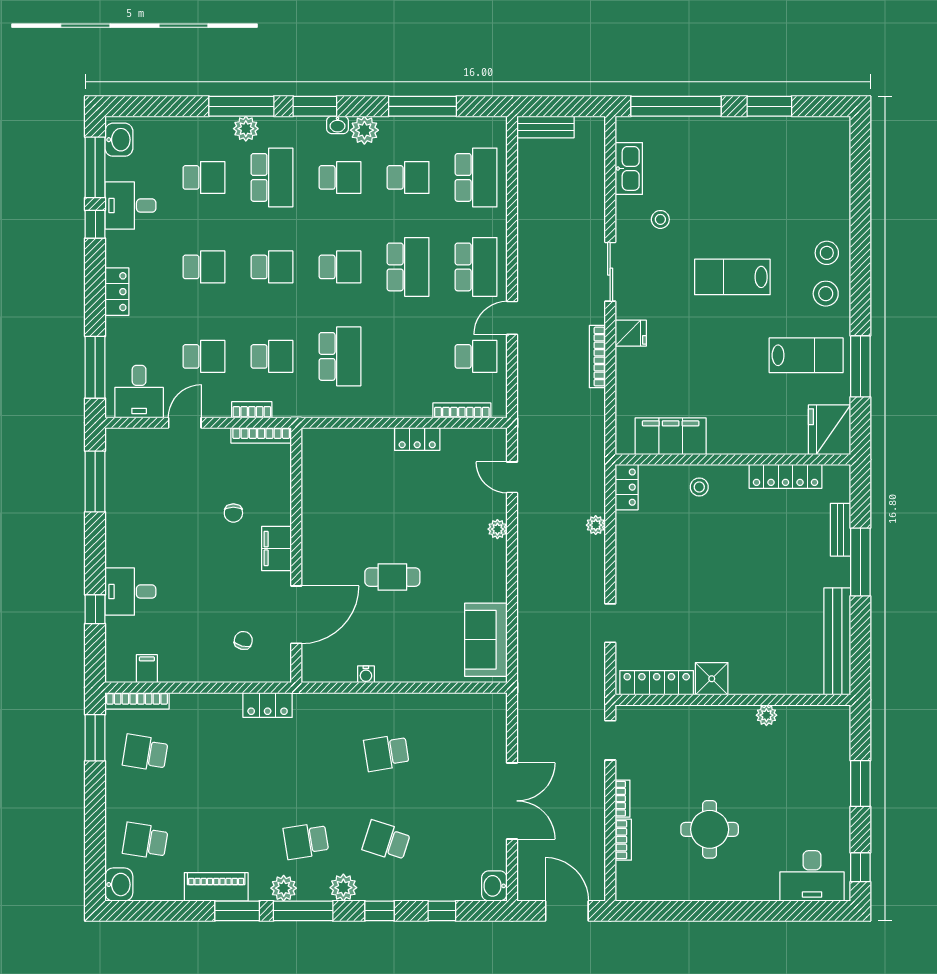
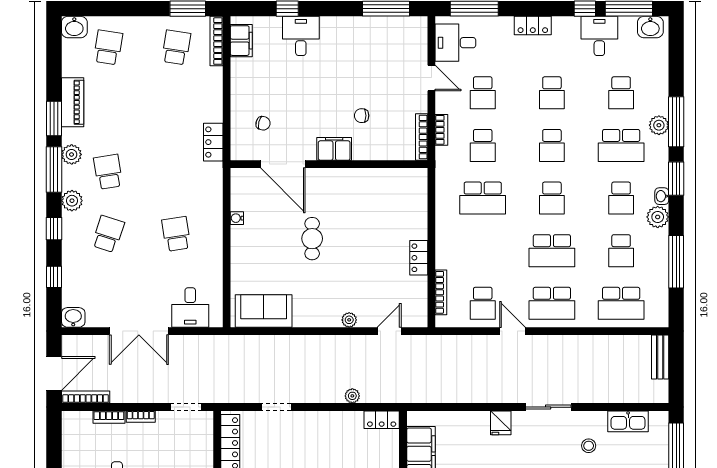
bookcase: (597, 357) -> (86, 397), moved
filing cabinet: (147, 669) -> (241, 41), width x2.00
desk: (481, 735) -> (190, 307), added

